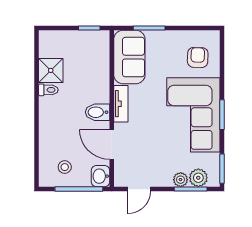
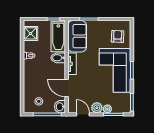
bathtub: (98, 58) -> (58, 37), added
shower: (51, 70) -> (31, 33), moved
bidet: (97, 112) -> (58, 58), moved
plant: (198, 178) -> (97, 108), moved
door: (139, 189) -> (83, 114), swing flipped

